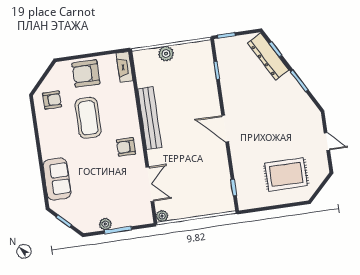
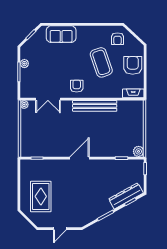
plant: (166, 54) -> (139, 151), moved
coffee table: (88, 118) -> (101, 62), turned 71

